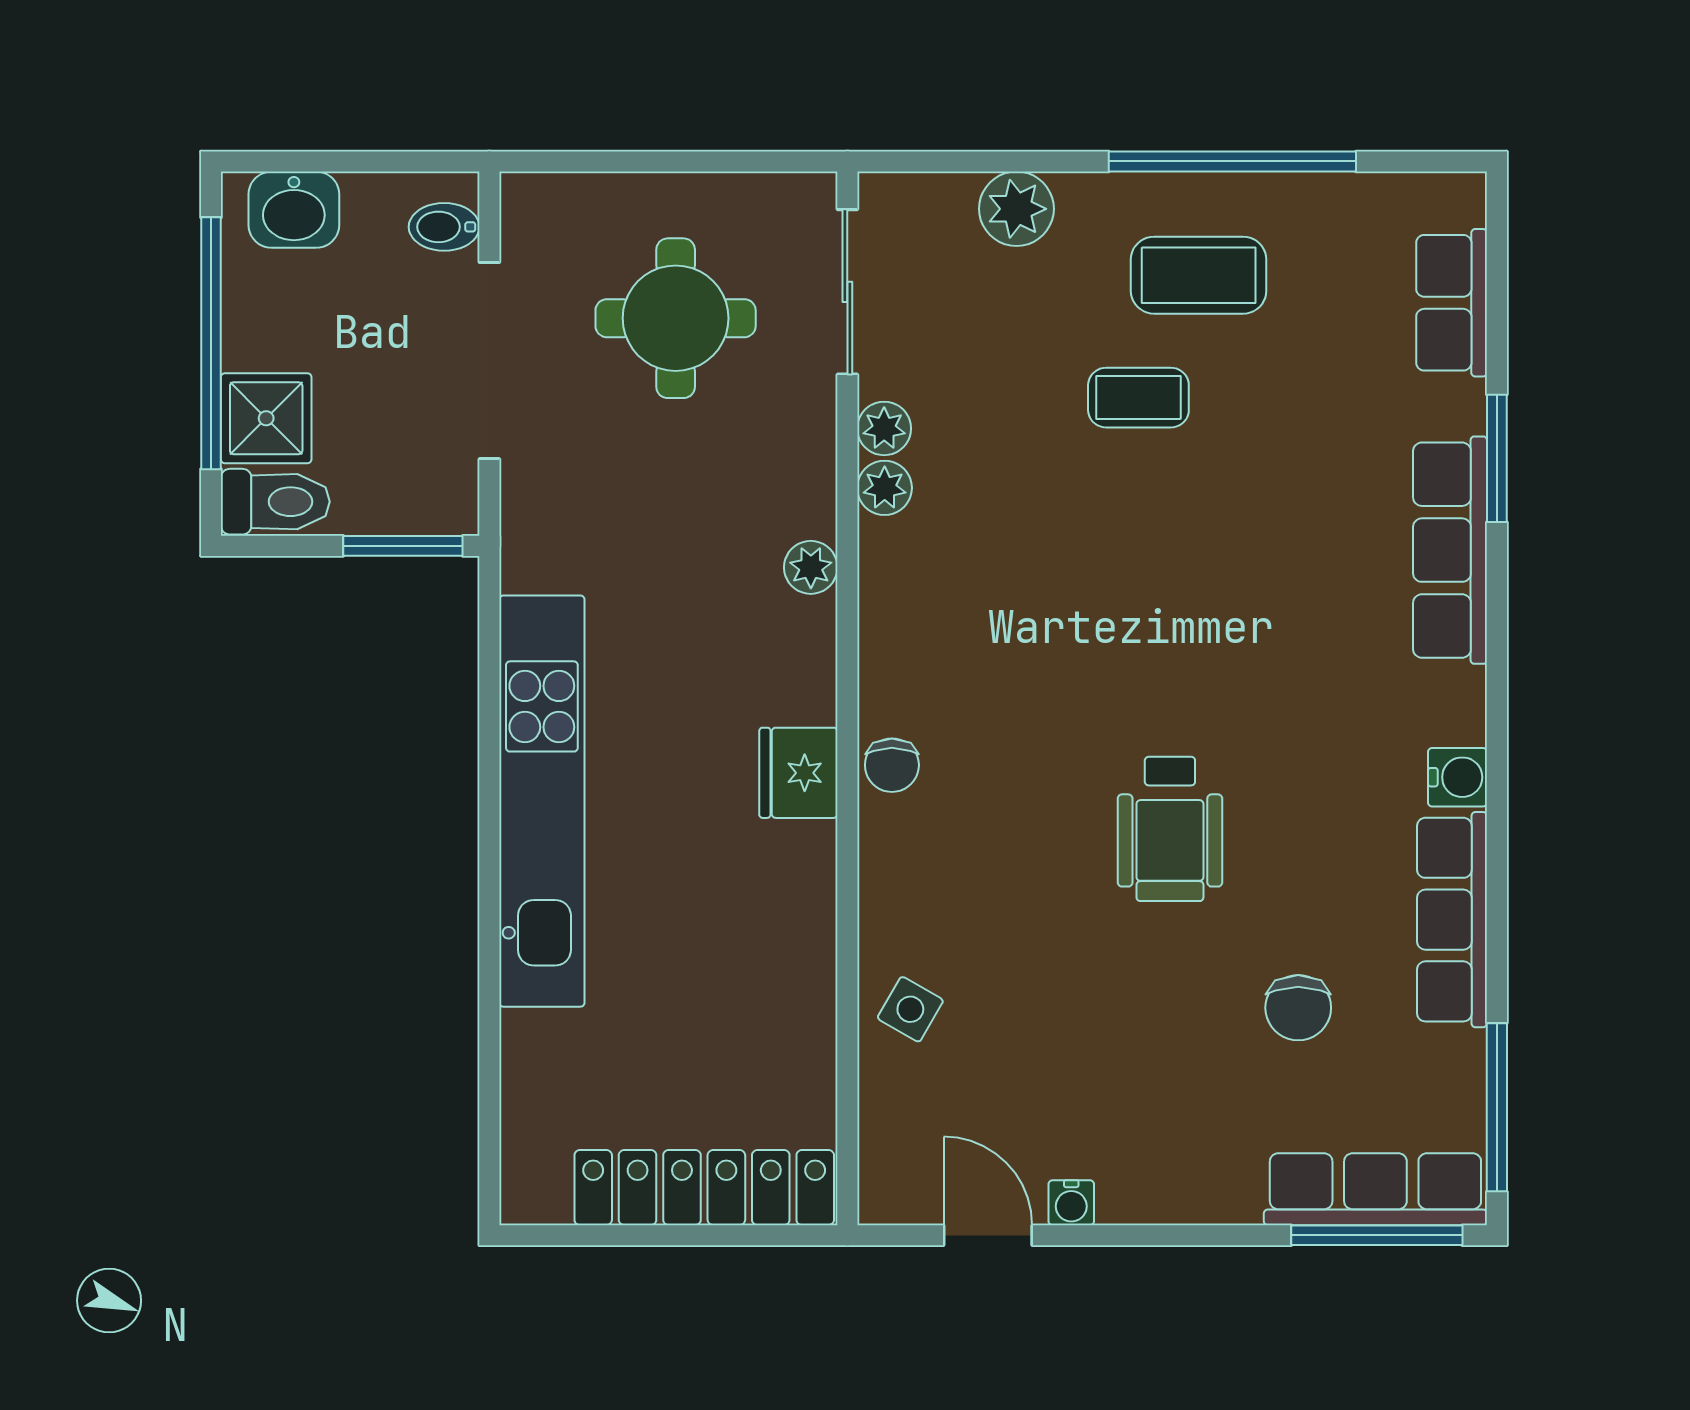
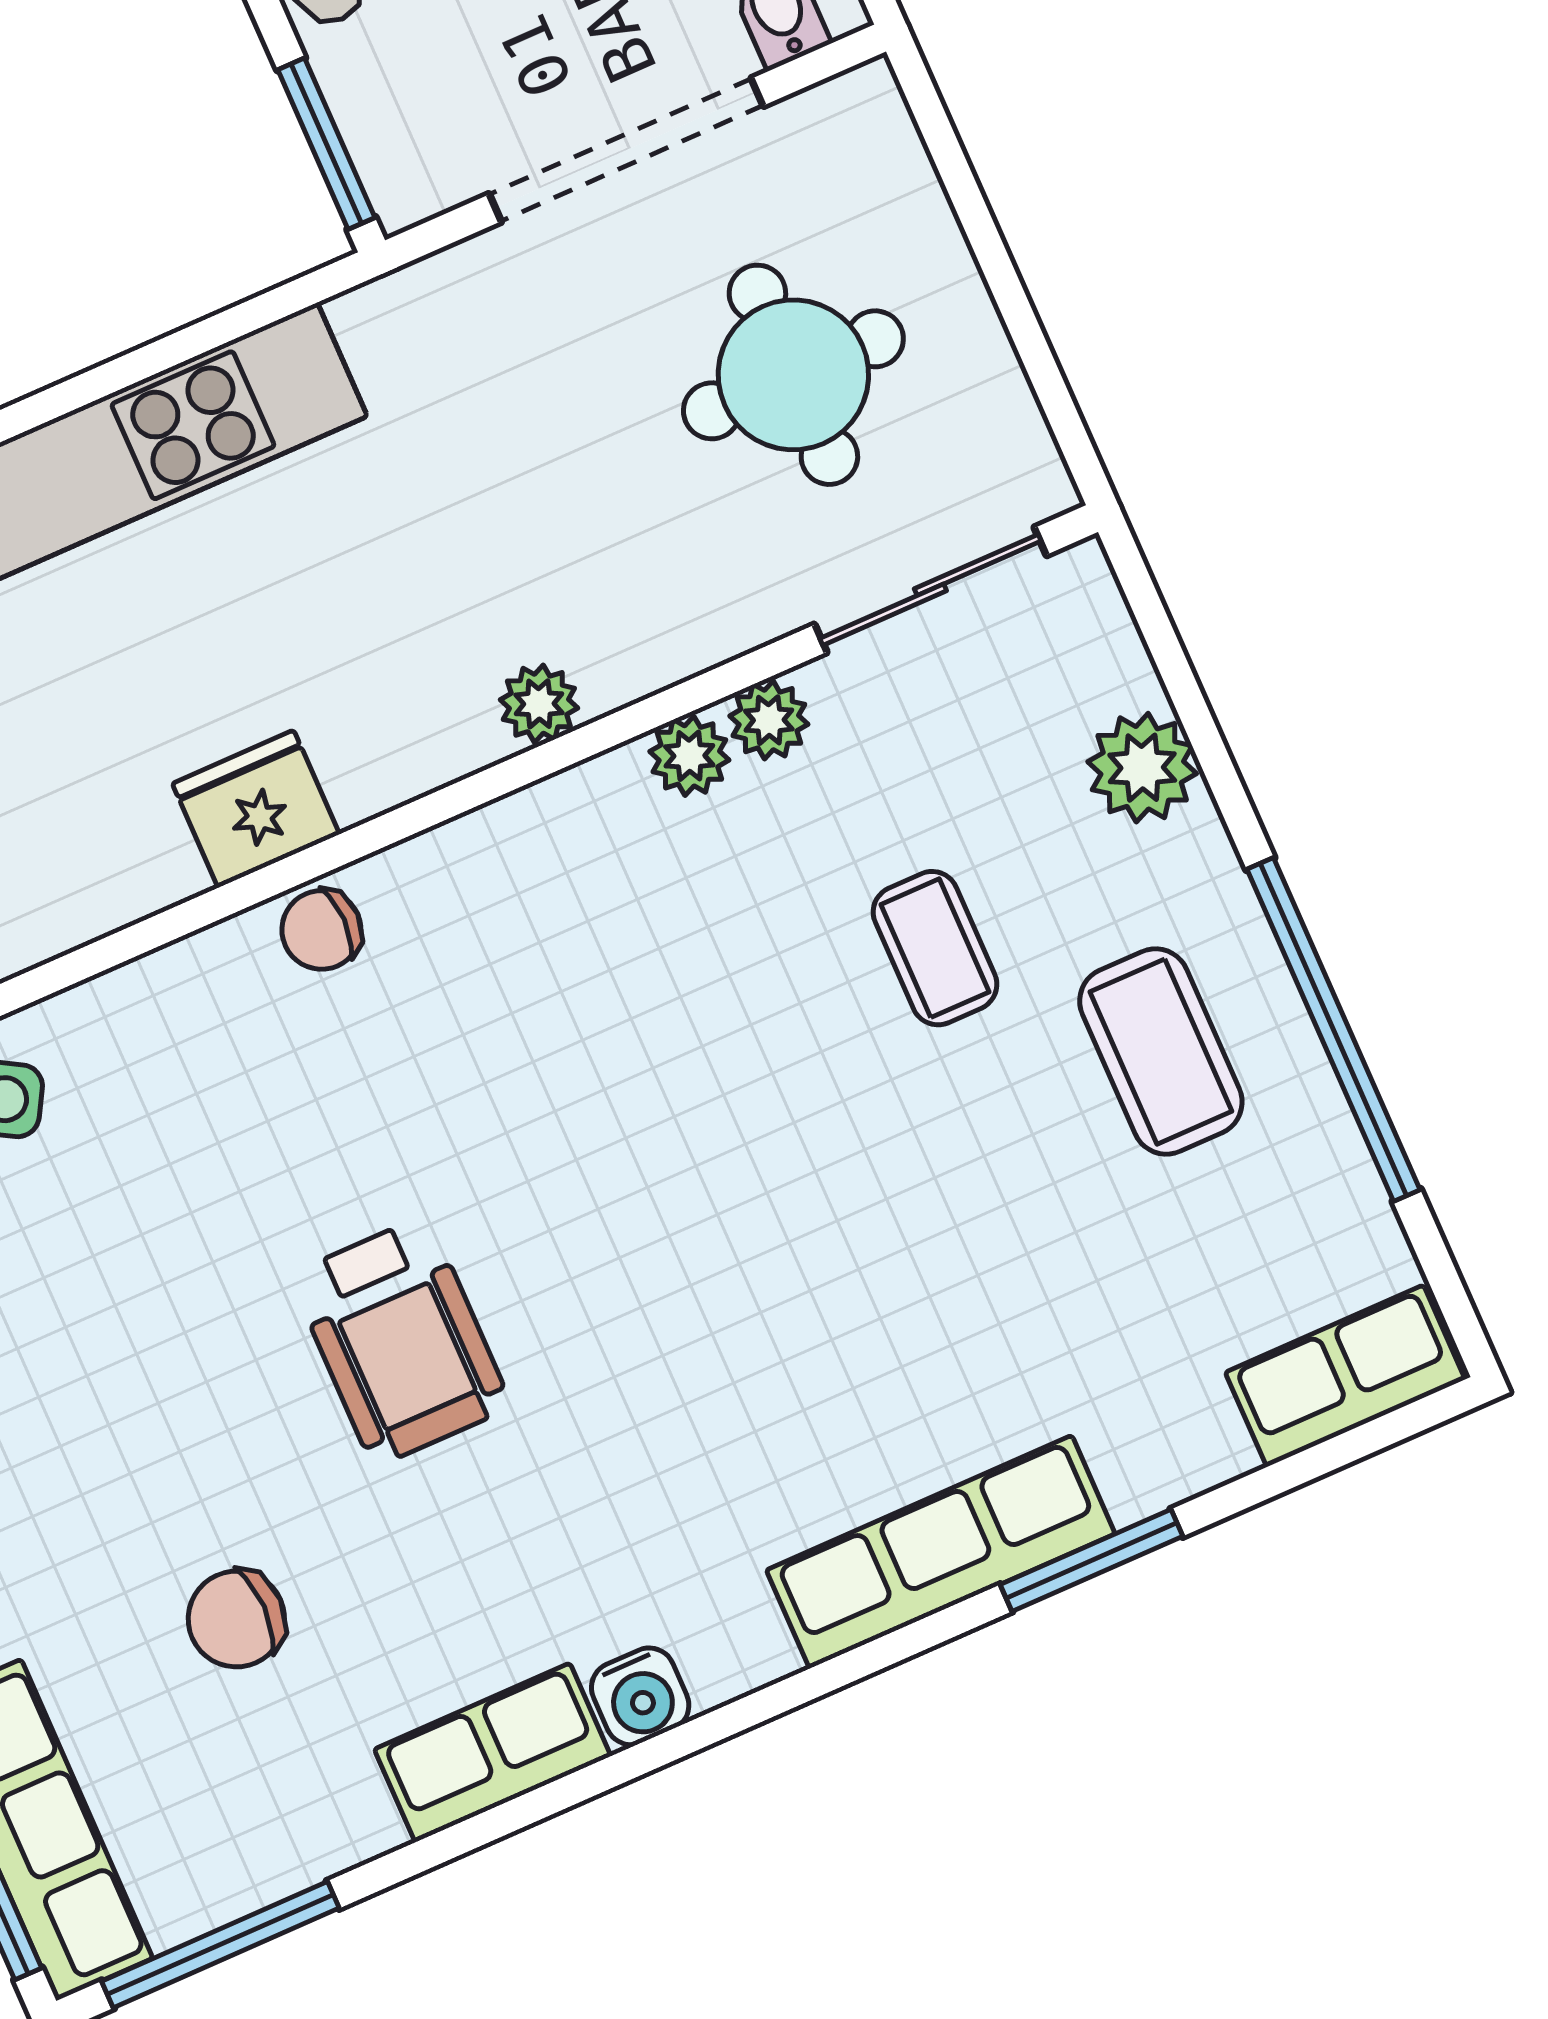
row of seats: (1452, 303) -> (1345, 1376), moved
coffee table: (1138, 398) -> (935, 948), moved
wheelchair: (1170, 829) -> (401, 1341), turned -90
row of seats: (1452, 920) -> (493, 1753), width x0.68

